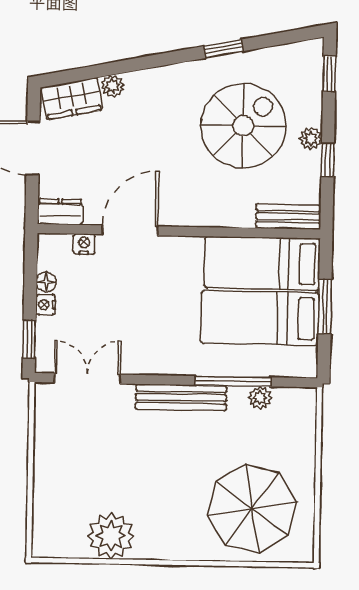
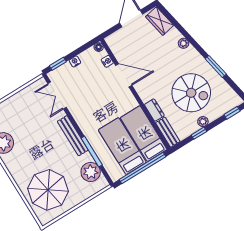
window: (223, 49) -> (216, 66), width x1.50
plant: (113, 86) -> (183, 43), moved
dresser: (60, 212) -> (154, 110), moved
floor lamp: (46, 282) -> (99, 47), moved
window: (325, 307) -> (142, 168), width x2.11
double door: (87, 378) -> (57, 95), swing flipped
plant: (260, 398) -> (91, 172), width x1.88, depth x1.88

